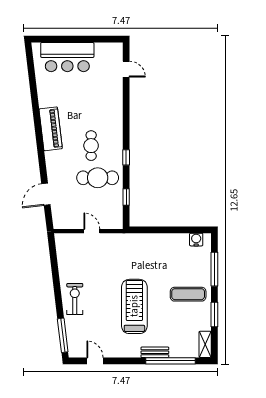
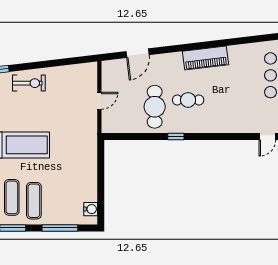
door: (46, 194) -> (138, 53), swing flipped
window: (126, 197) -> (135, 136), removed
exercise mat: (185, 315) -> (12, 197), added

